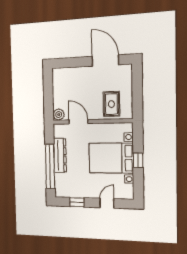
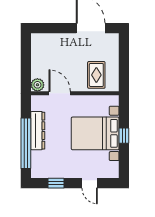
door: (107, 203) -> (90, 183), swing flipped

